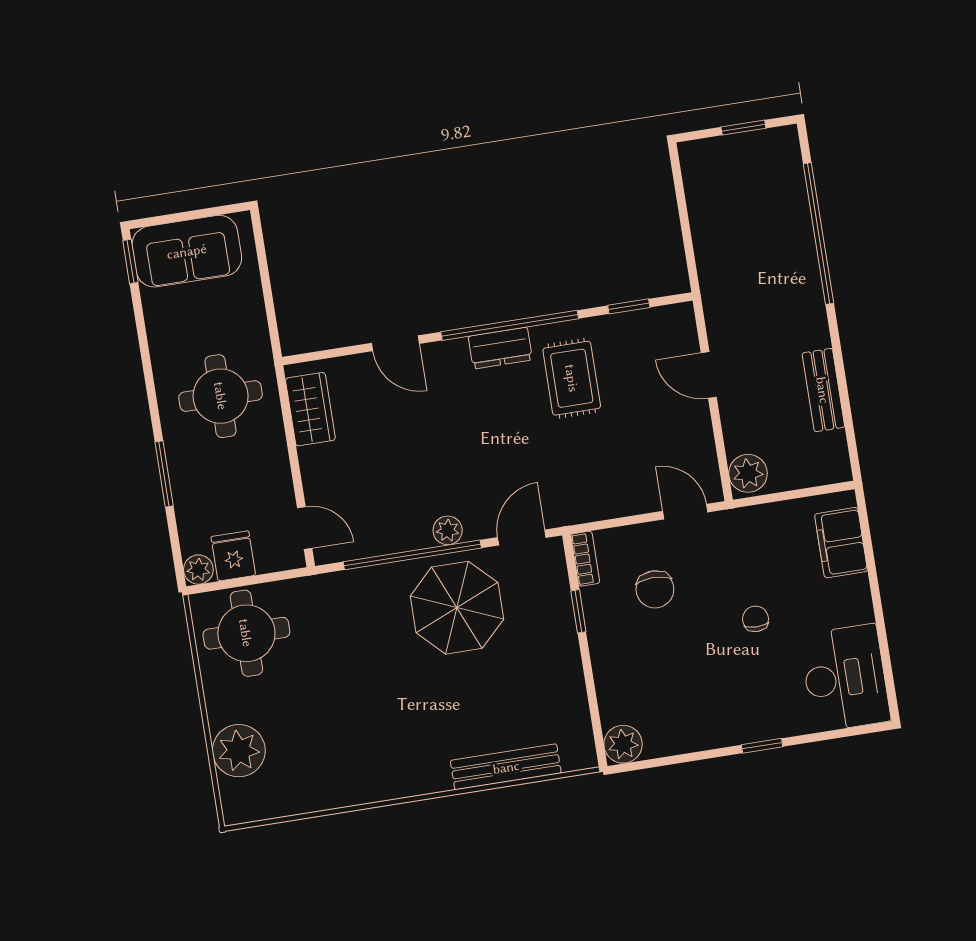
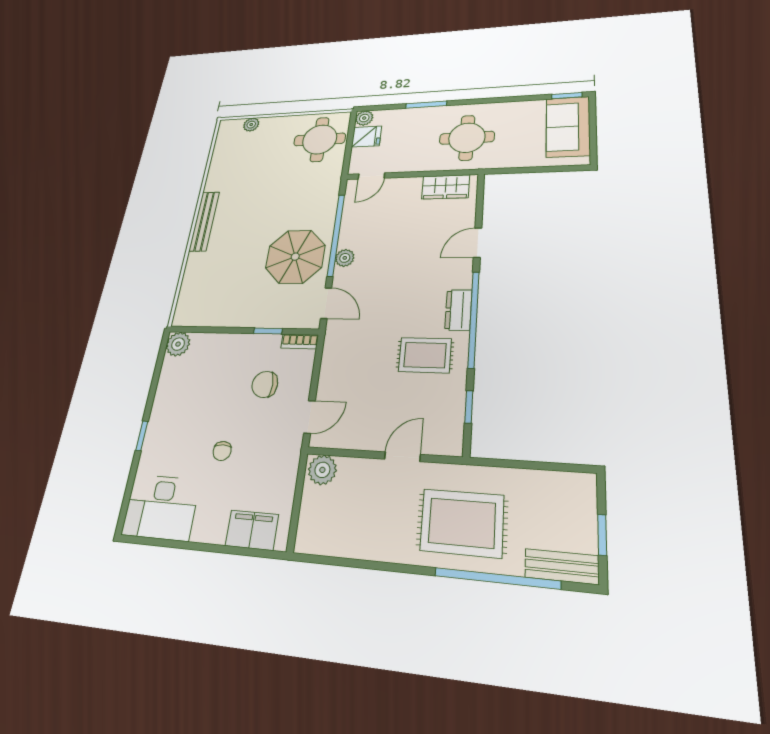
rug: (769, 285) -> (462, 523), added
bench: (823, 390) -> (562, 567), moved
chair: (755, 619) -> (222, 451), turned 90
plant: (239, 751) -> (251, 125), width x0.53, depth x0.53
bench: (506, 767) -> (204, 221), moved

